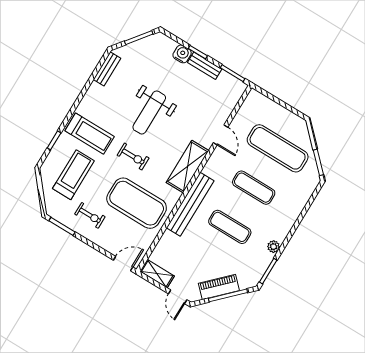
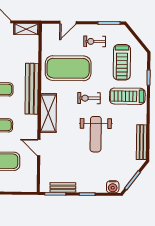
water cooler: (182, 54) -> (113, 187), moved
bench: (205, 66) -> (63, 187), moved
bench: (107, 69) -> (141, 142), width x1.36
weight bench: (149, 112) -> (96, 134), turned 180
door: (123, 264) -> (68, 22), moved

